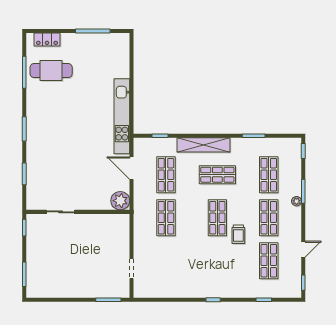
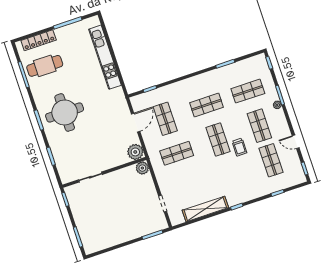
locker: (47, 40) -> (39, 40), width x1.53
kitchen unit: (122, 116) -> (105, 57), moved
round table: (56, 130) -> (65, 112), added
shelving: (204, 145) -> (205, 209), moved
door: (131, 168) -> (136, 123), swing flipped
shop shelf: (269, 175) -> (248, 91), turned 90
shop shelf: (166, 218) -> (177, 153), turned 90
plant: (122, 221) -> (142, 168), added
door: (303, 249) -> (296, 142), swing flipped

